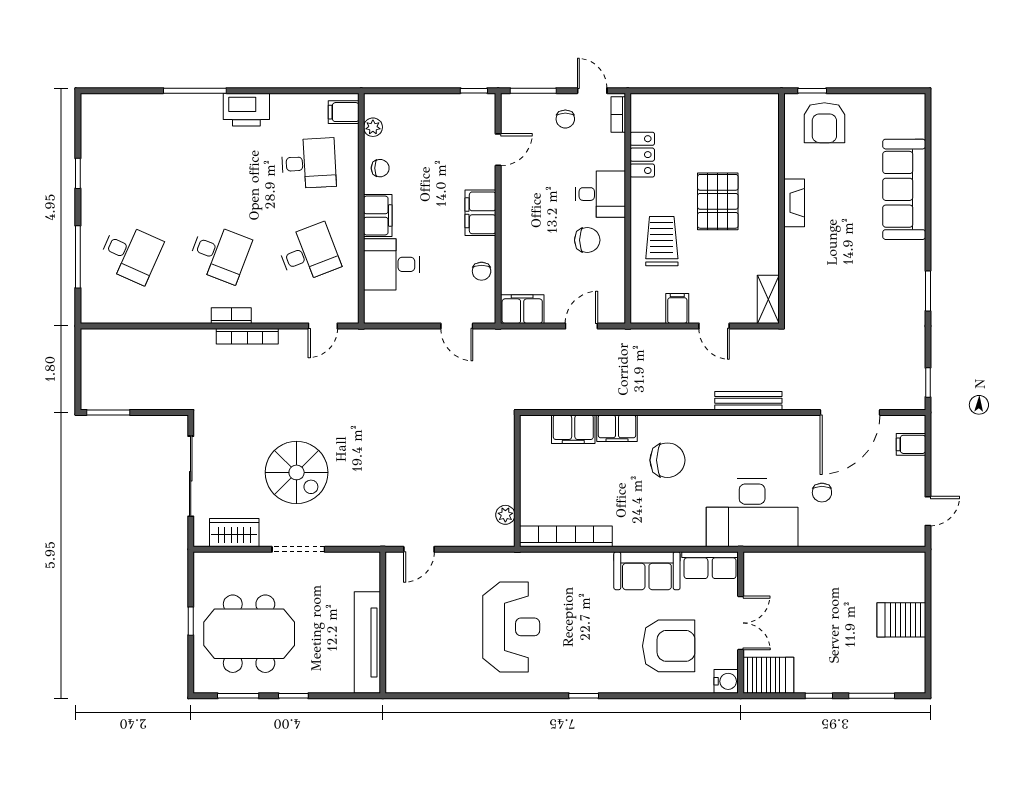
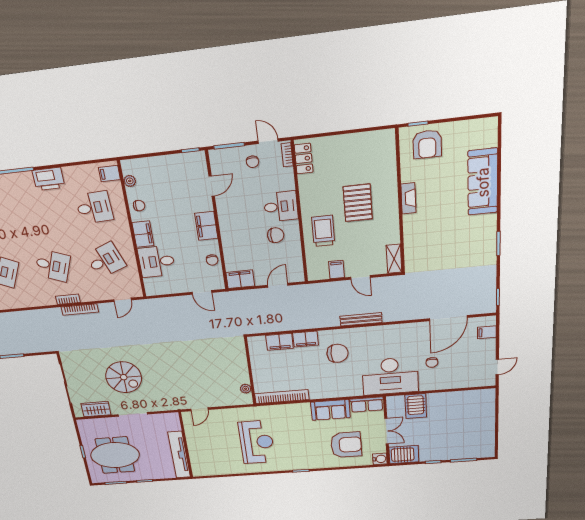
locker: (642, 155) -> (304, 159), moved
bench: (748, 401) -> (361, 319), moved
server rack: (901, 620) -> (416, 406), moved, turned -90

